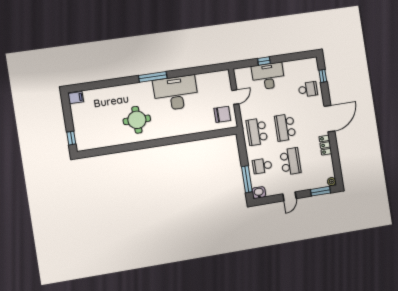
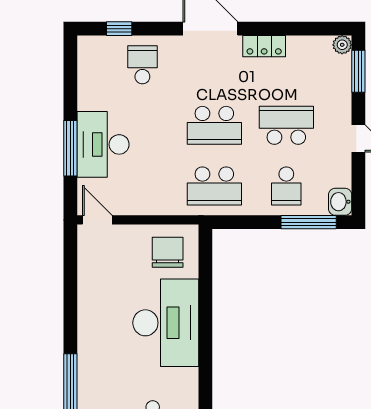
window: (264, 61) -> (70, 148), width x2.17
desk: (176, 93) -> (166, 323), moved, turned 180
door: (235, 97) -> (97, 220), moved

